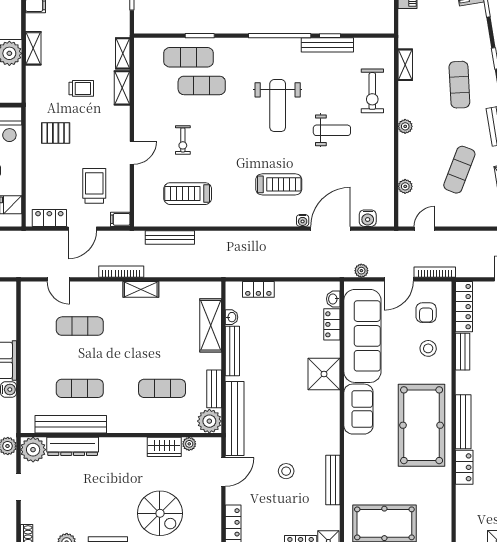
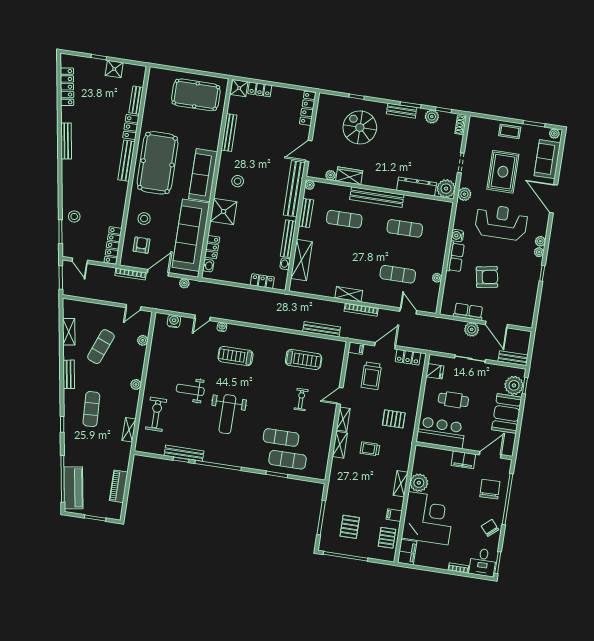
shelving: (123, 53) -> (343, 419), moved
weight bench: (278, 106) -> (227, 414), turned 180
door: (330, 229) -> (202, 318), width x0.53
plant: (27, 329) -> (437, 278), added
bench: (463, 352) -> (136, 100), moved
sofa: (358, 409) -> (203, 175), width x1.36
plant: (209, 421) -> (310, 185), width x0.53, depth x0.53
bench: (71, 424) -> (377, 197), moved
stool: (286, 471) -> (238, 181), moved

